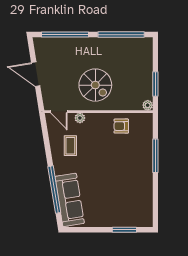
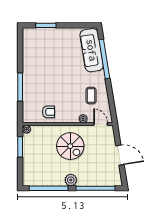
plant: (95, 44) -> (71, 180), added
spiral stairs: (95, 85) -> (70, 146), turned 180

